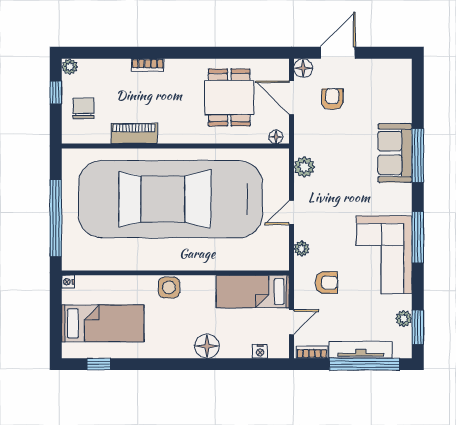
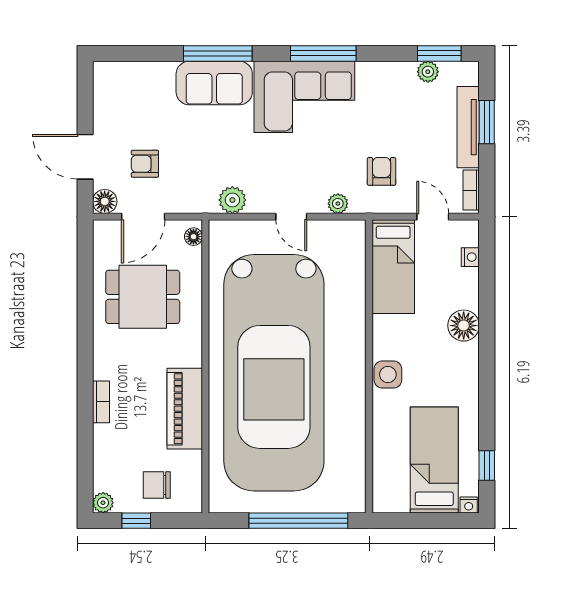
piano: (134, 133) -> (185, 409), width x1.37, depth x1.33
corner sofa: (384, 255) -> (304, 97), moved
nightstand: (68, 282) -> (469, 505), moved
window: (365, 364) -> (487, 122), width x0.47

